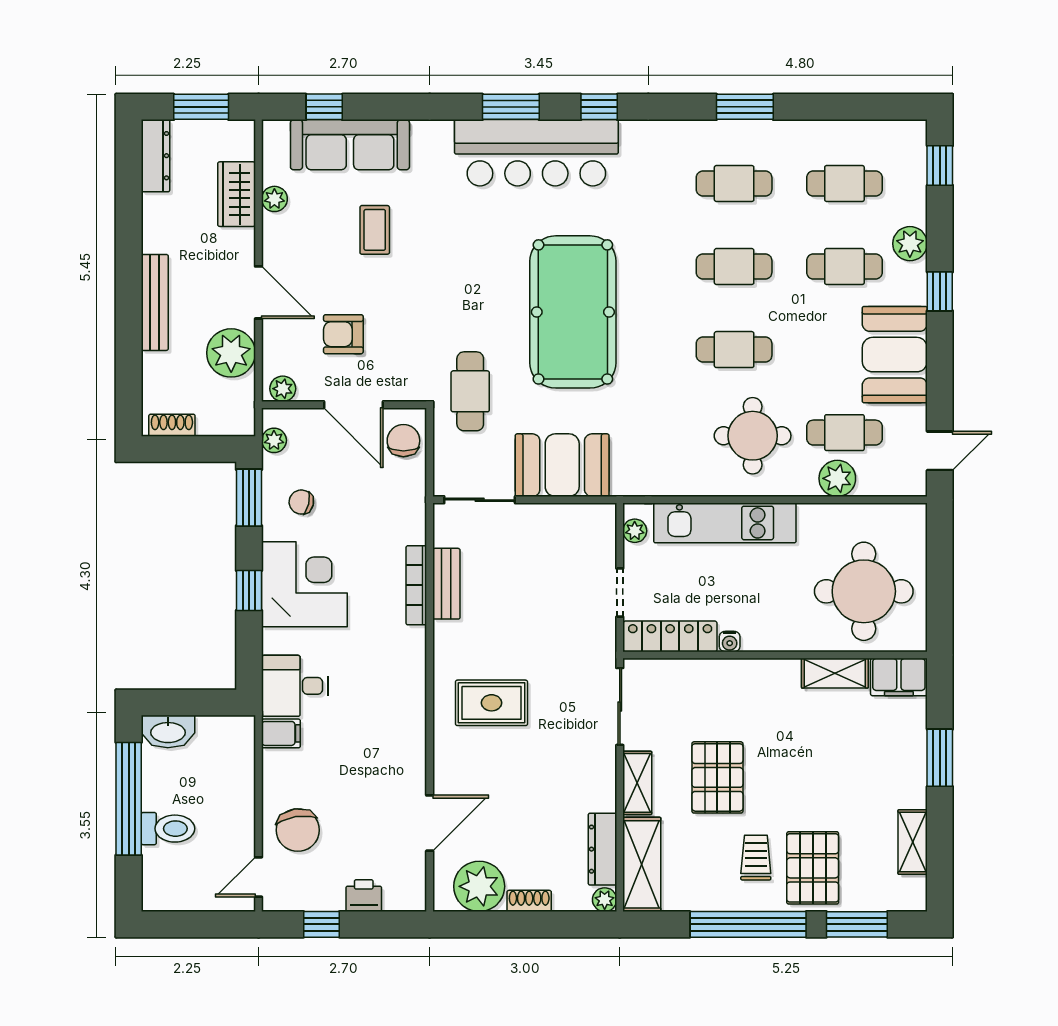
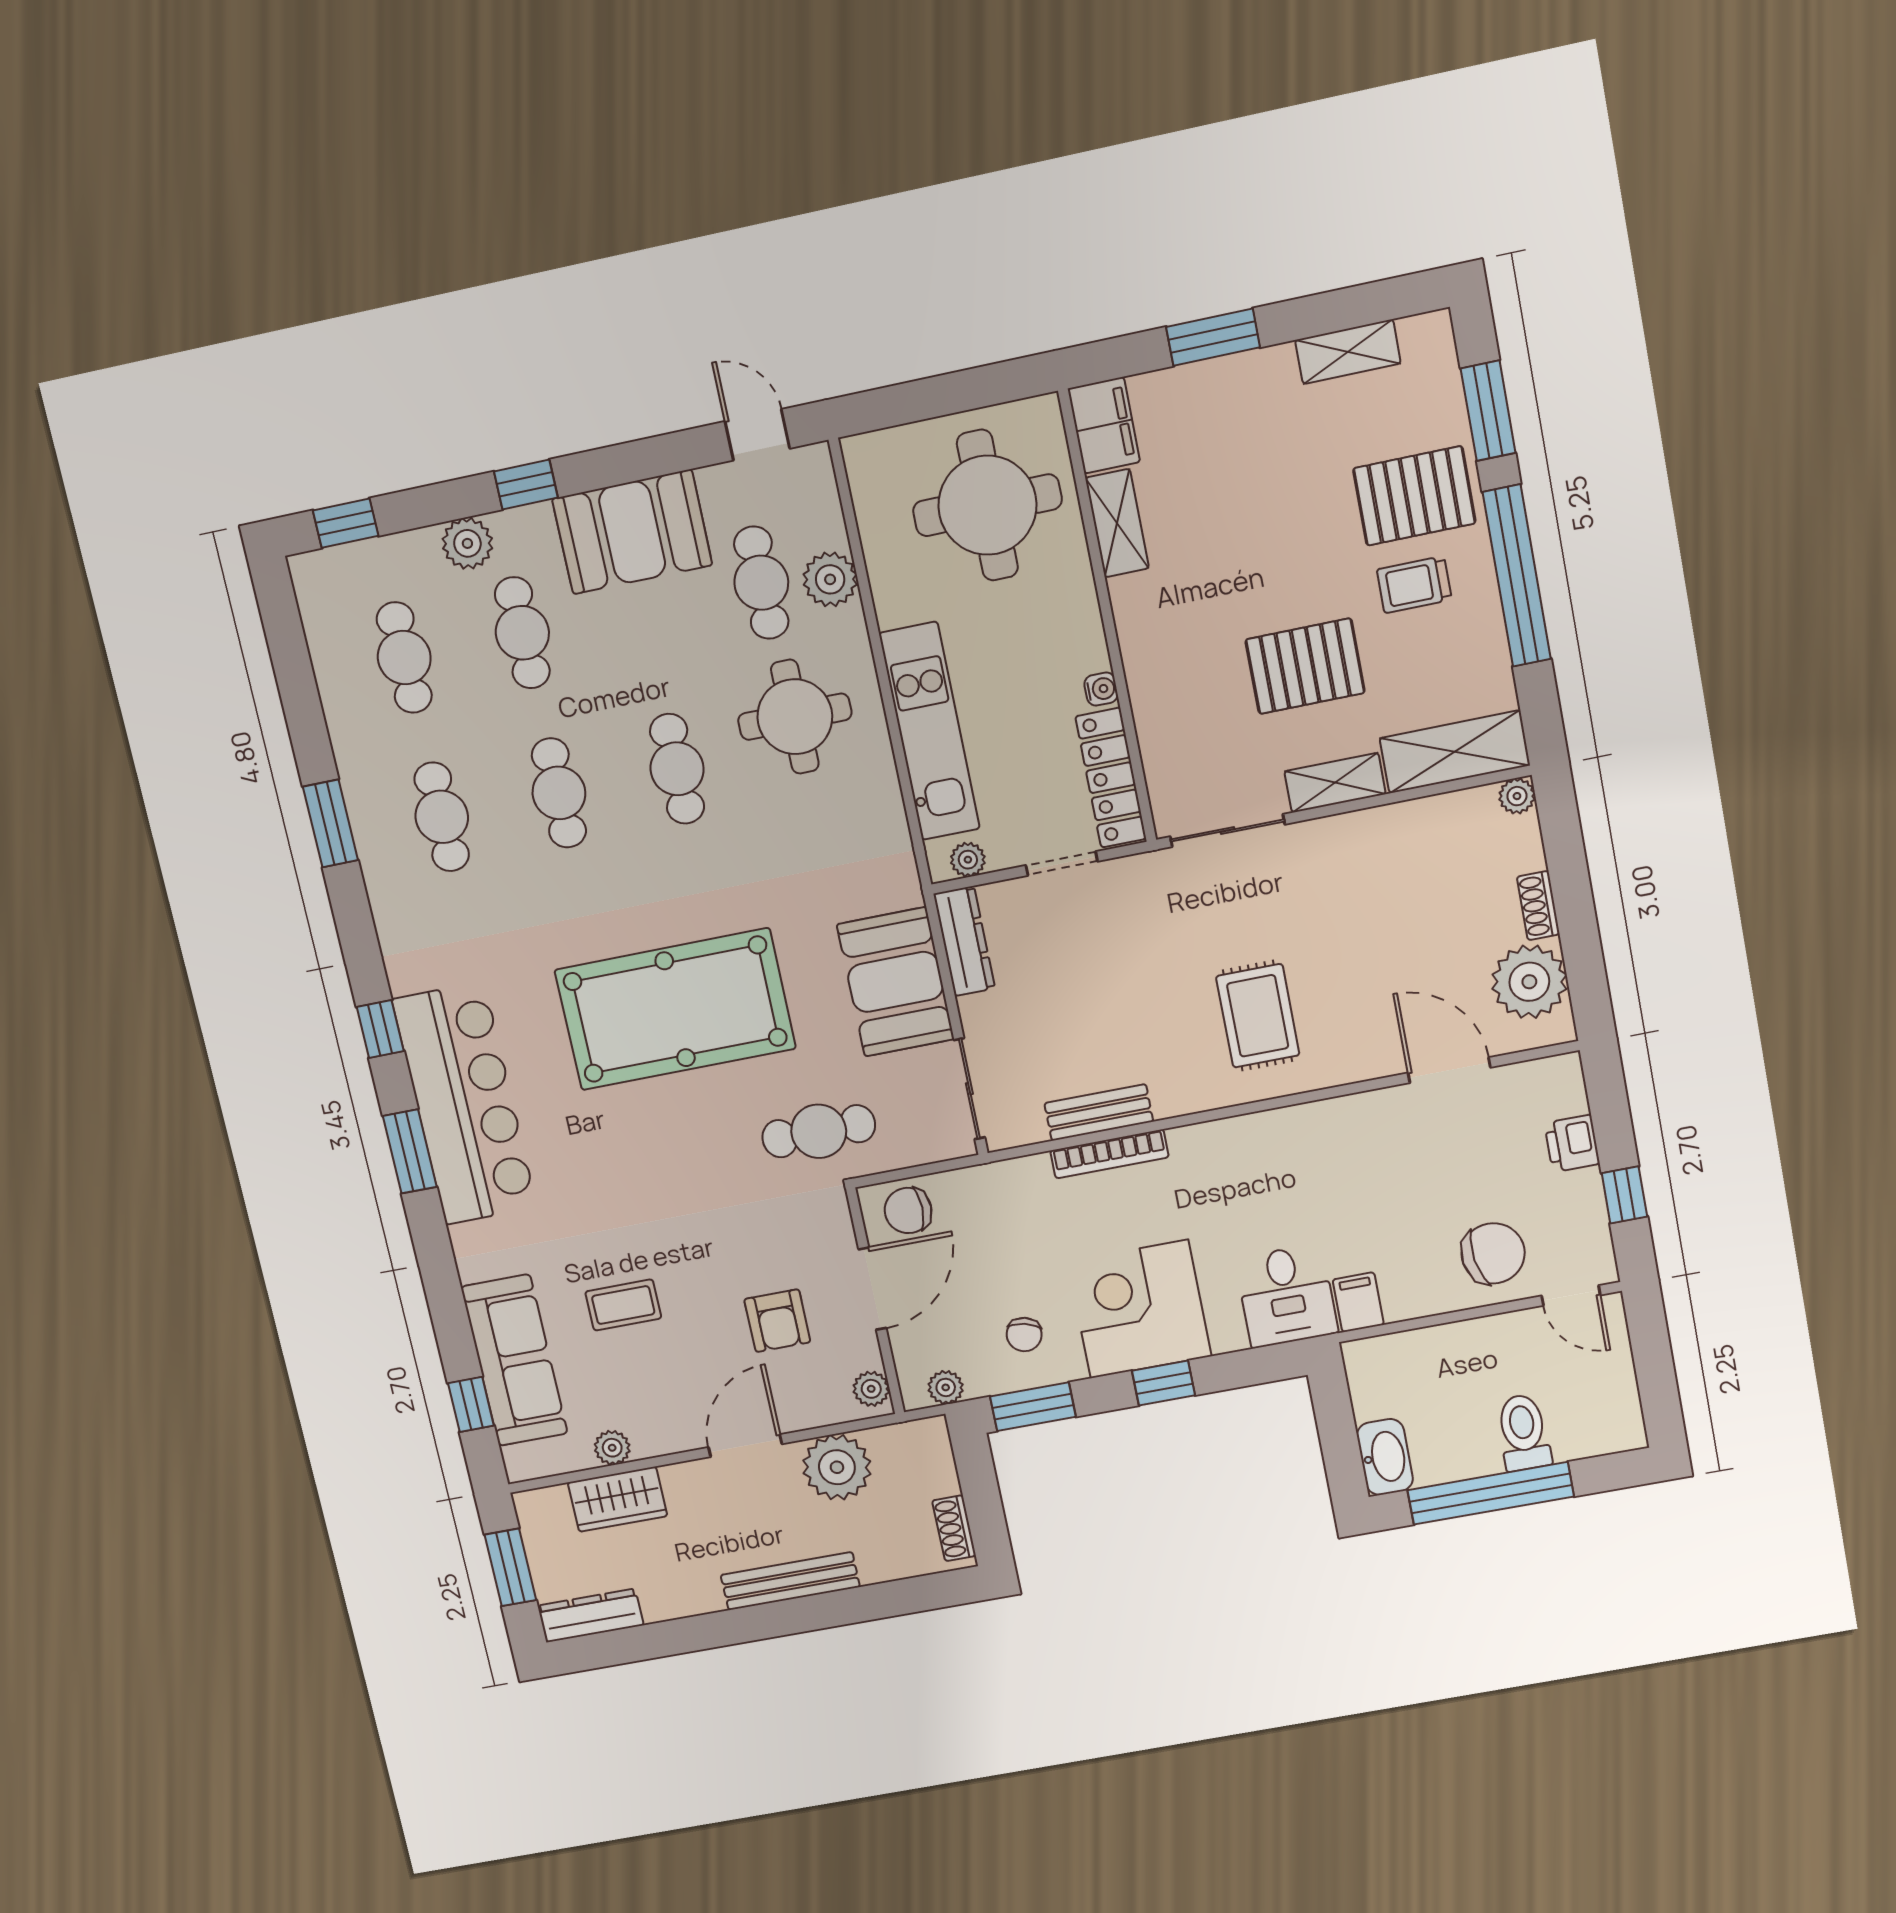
dresser: (602, 849) -> (964, 941), moved, turned -90

